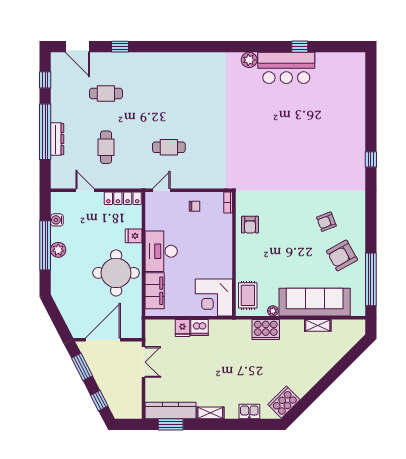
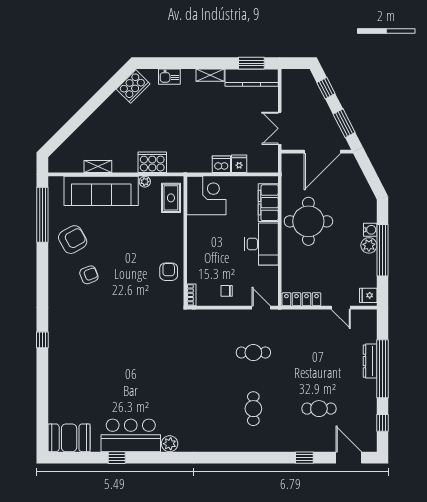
booth: (345, 66) -> (69, 438), added
cafe table: (106, 147) -> (253, 409), moved
door: (161, 190) -> (261, 308), swing flipped
water cooler: (57, 220) -> (370, 230), moved
fridge: (134, 236) -> (368, 295), moved, turned 180

